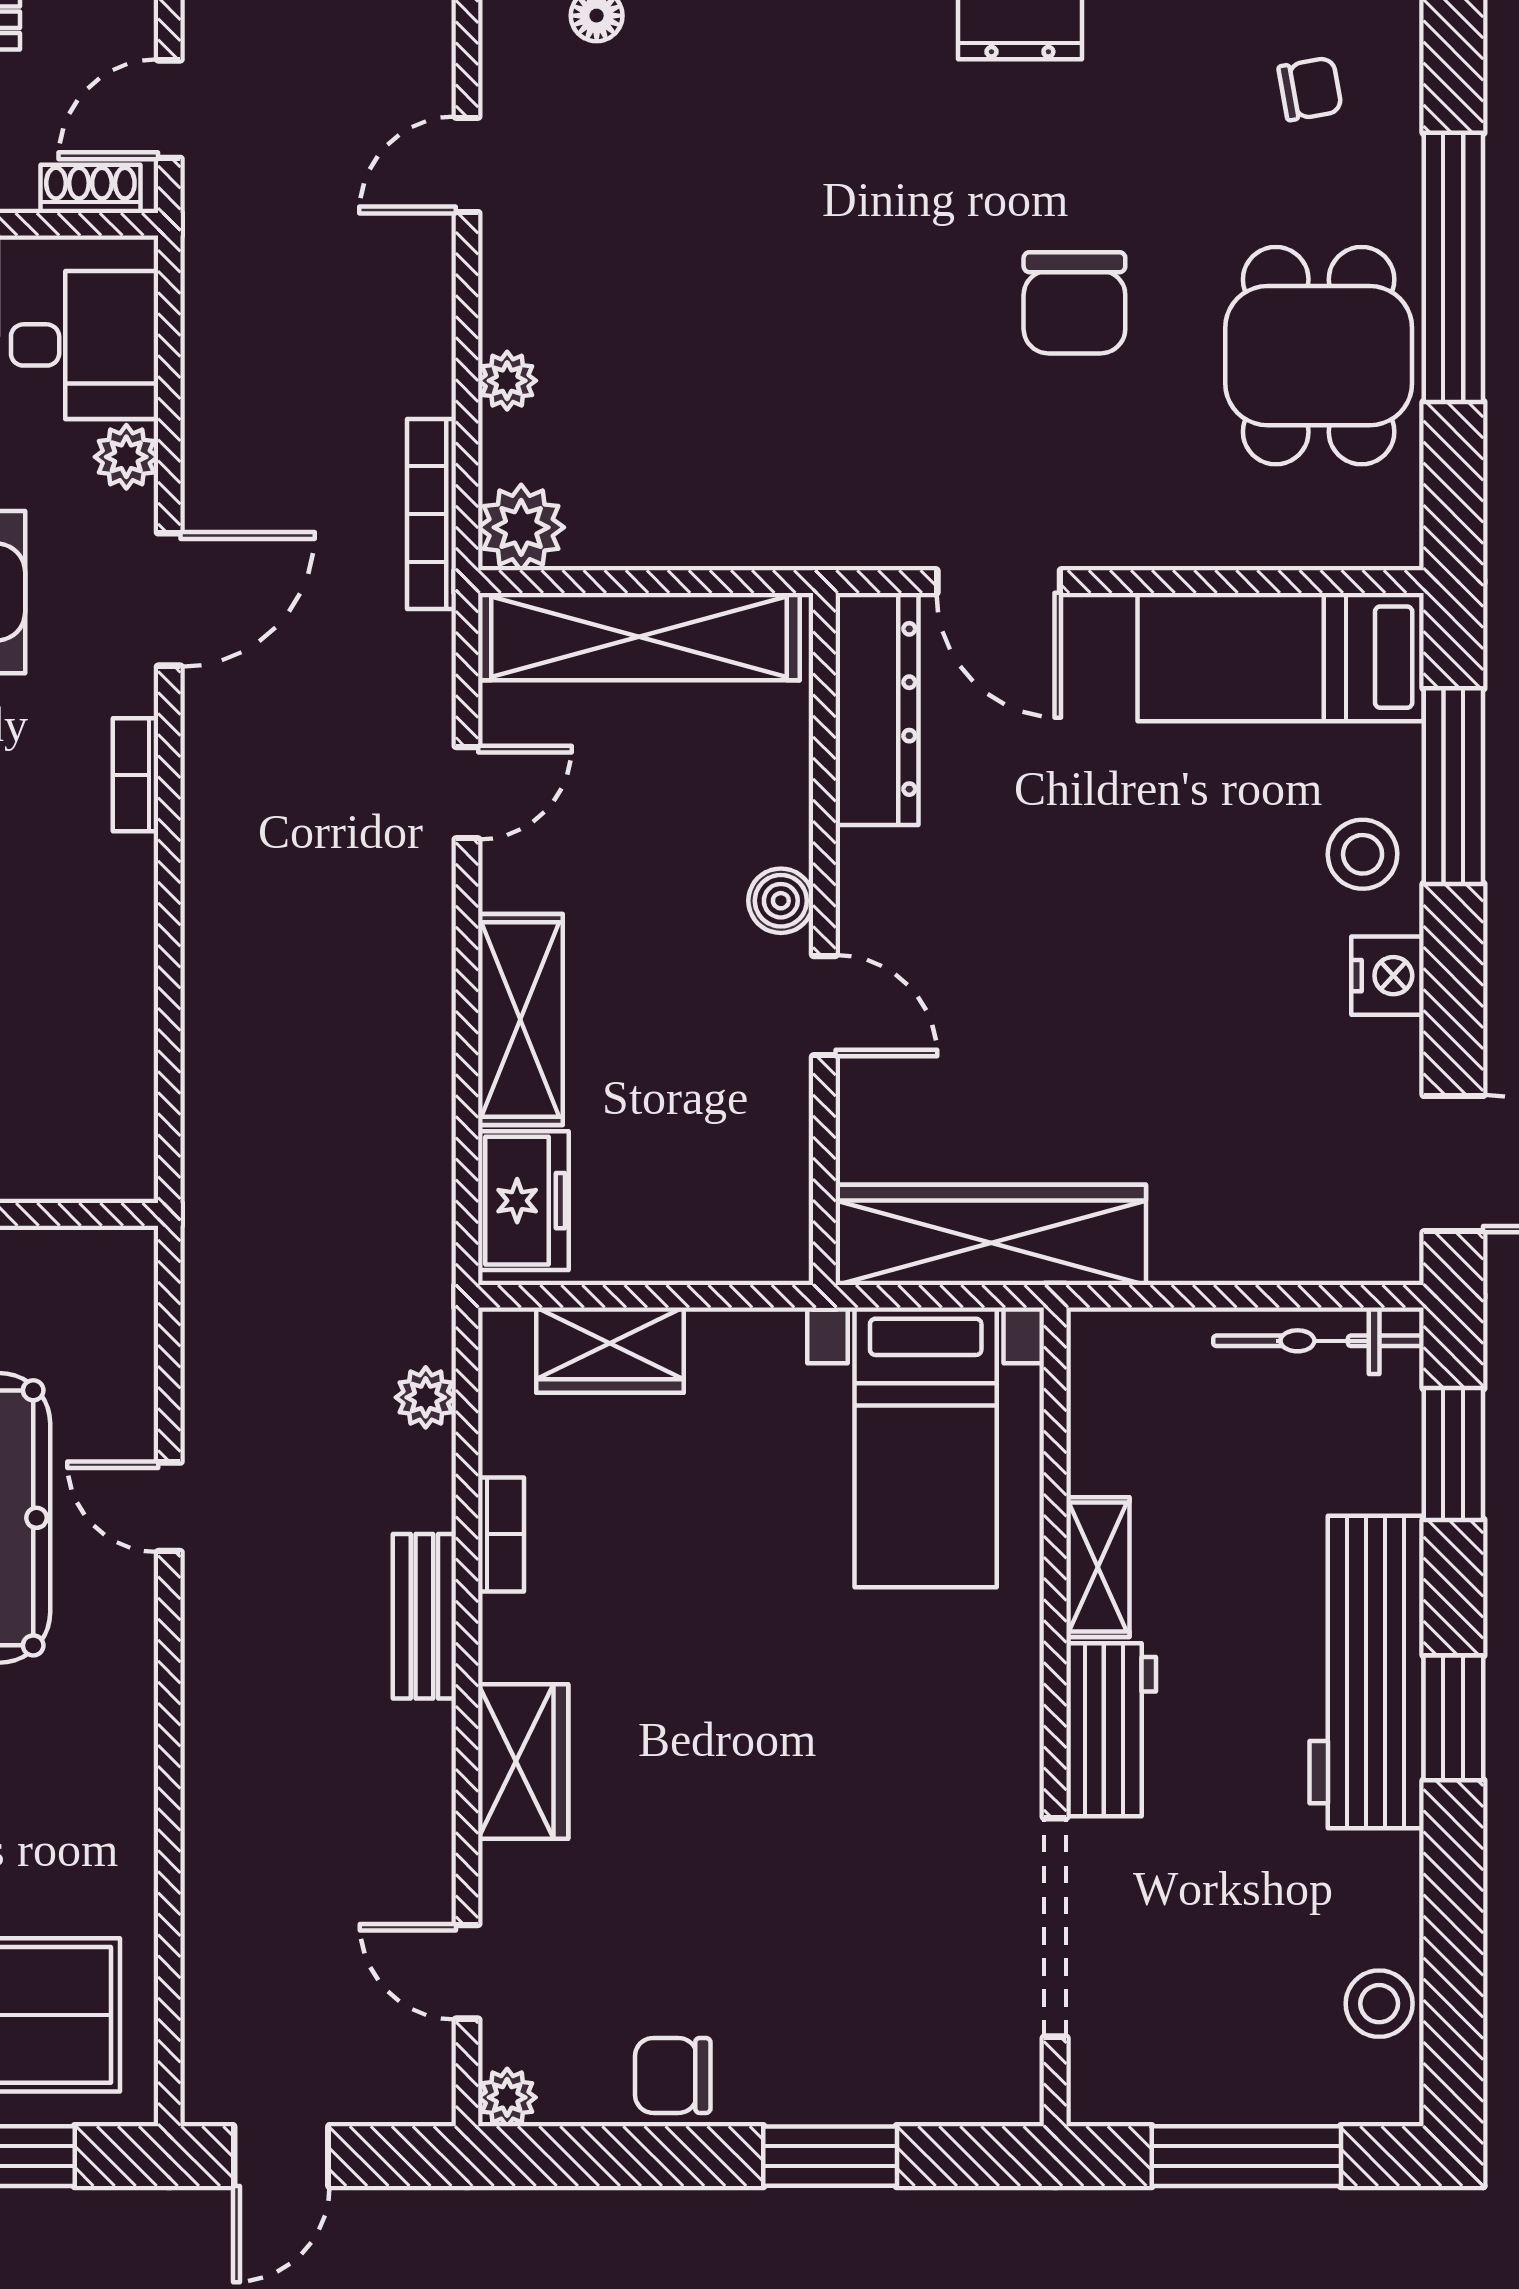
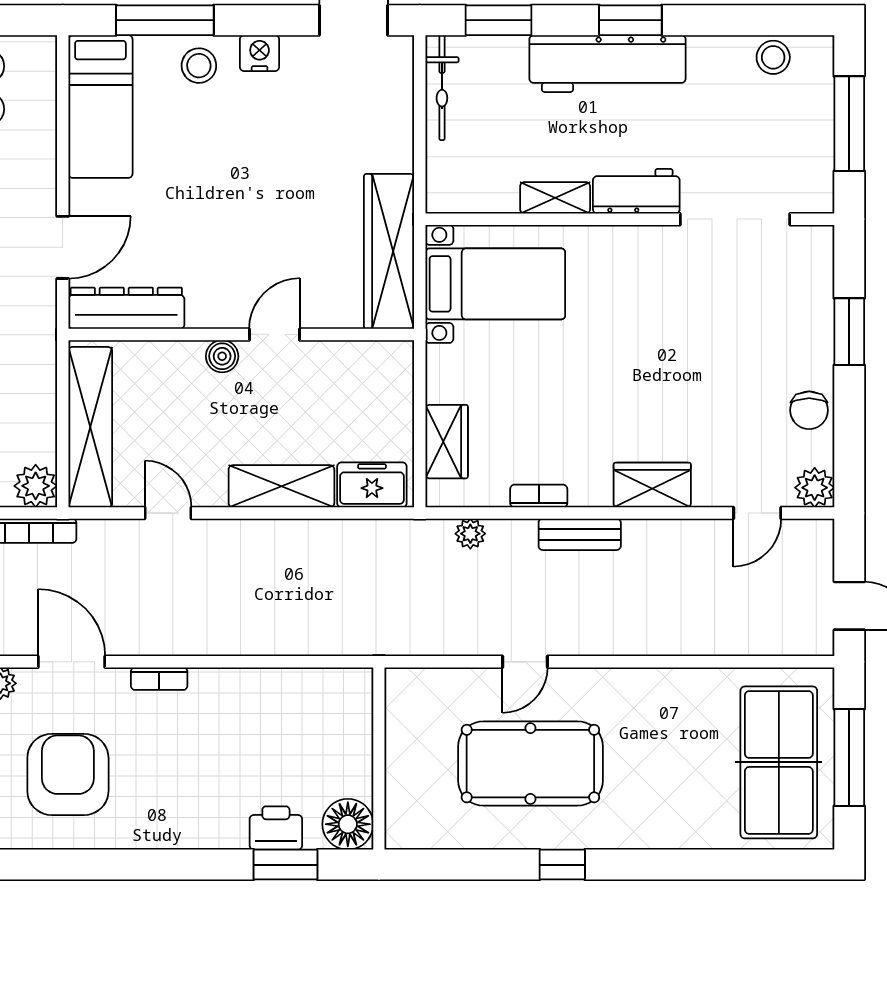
plant: (507, 2097) -> (815, 488), width x1.38, depth x1.38

